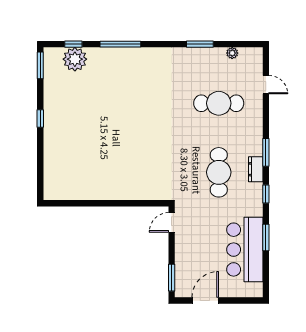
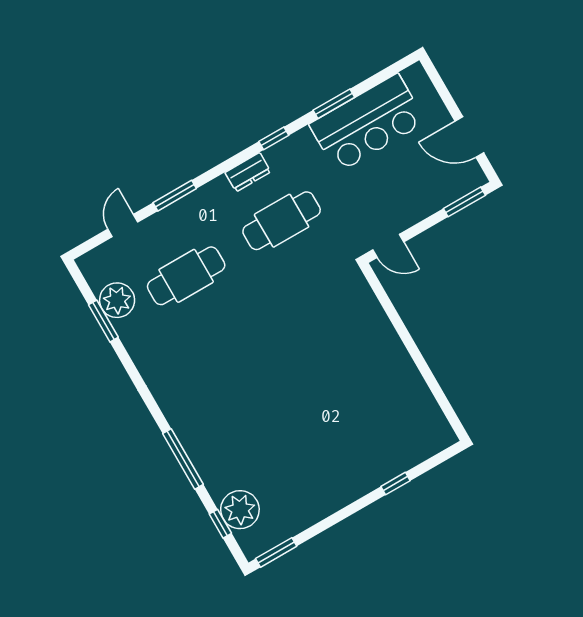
window: (200, 44) -> (103, 321), moved
plant: (232, 53) -> (117, 300), width x1.88, depth x1.88
cafe table: (219, 103) -> (186, 276), turned 90
window: (40, 119) -> (395, 484), moved
window: (266, 152) -> (175, 196), moved

